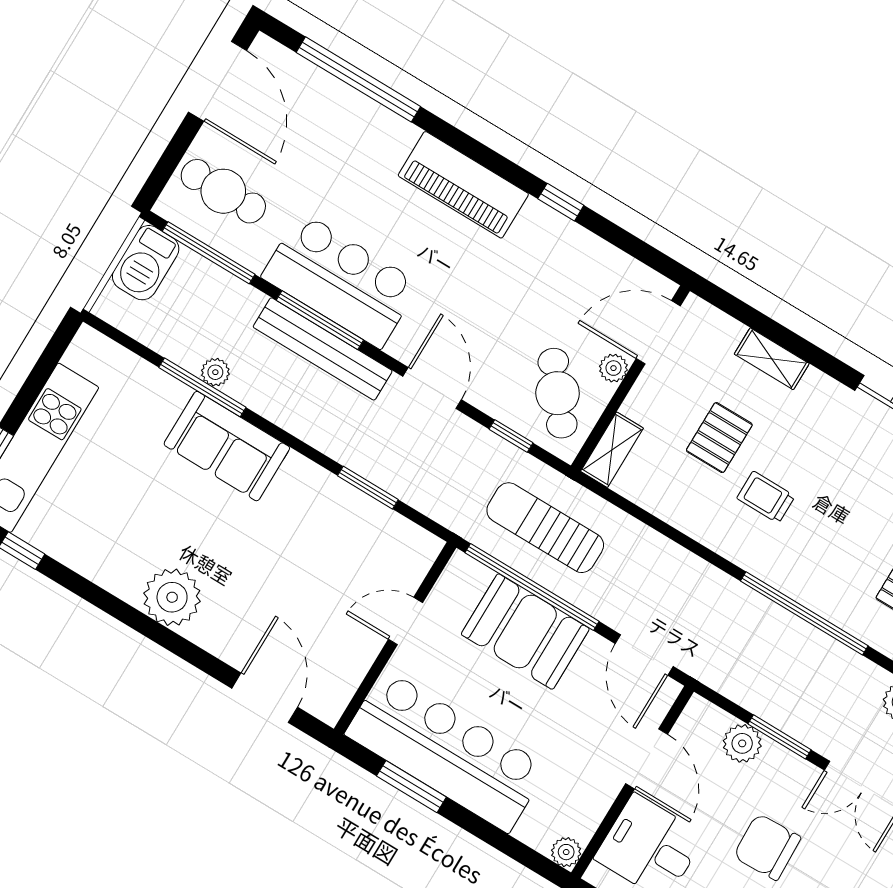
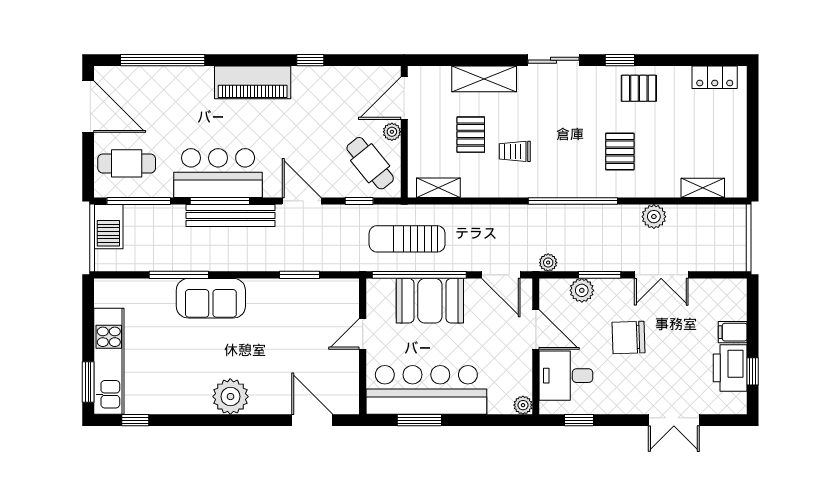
shelving: (772, 359) -> (484, 79), width x1.50, depth x1.33
plant: (215, 372) -> (548, 263), moved
shelving: (612, 450) -> (438, 188), moved, turned 90

